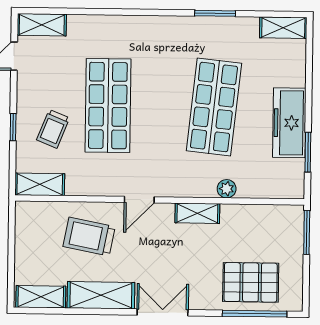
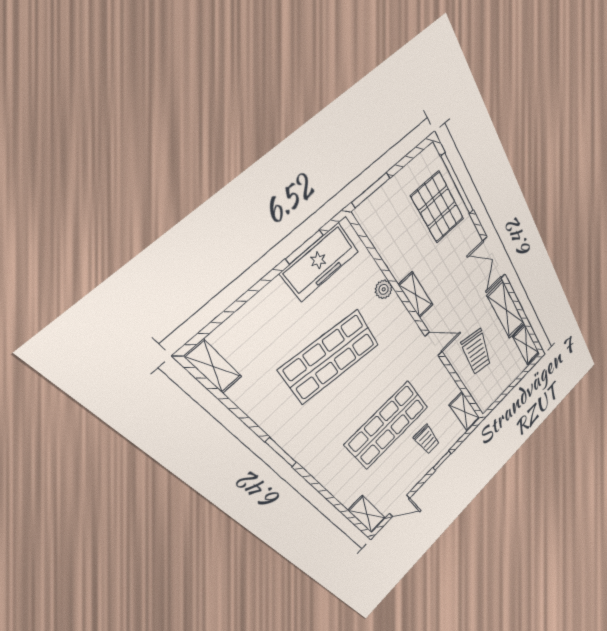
window: (215, 13) -> (281, 452), moved
freezer: (289, 123) -> (320, 262), moved
trolley: (53, 129) -> (427, 439), turned 68

